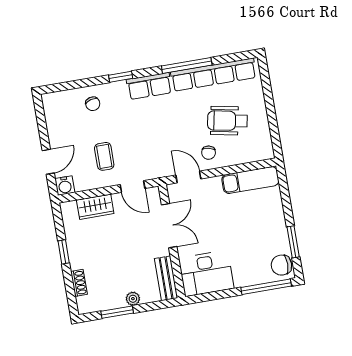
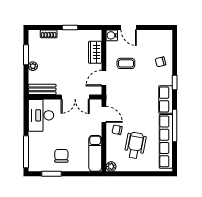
plant: (266, 152) -> (111, 166), added
door: (188, 177) -> (104, 114), hinge flipped
chair: (281, 265) -> (61, 156), moved

